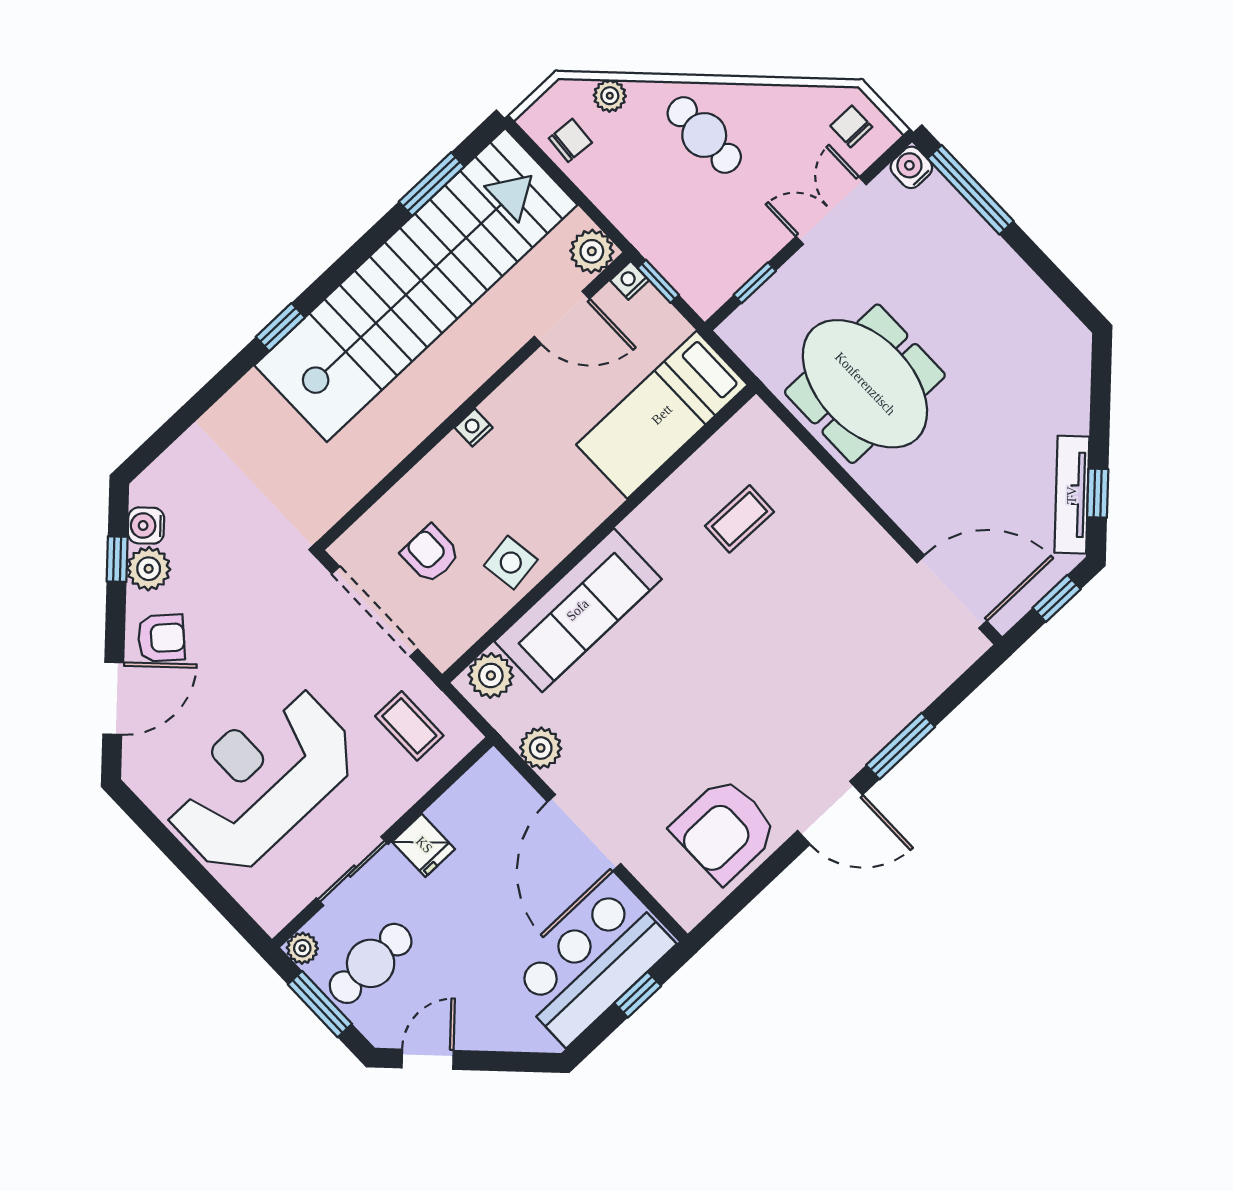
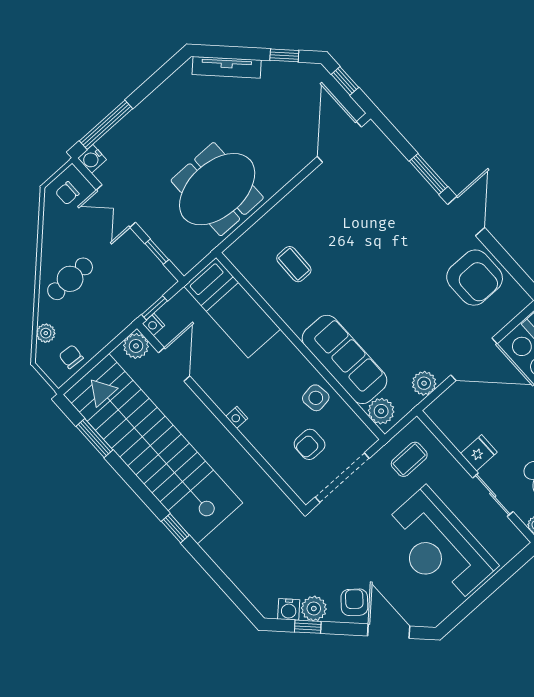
tv unit: (1072, 495) -> (227, 67), moved

